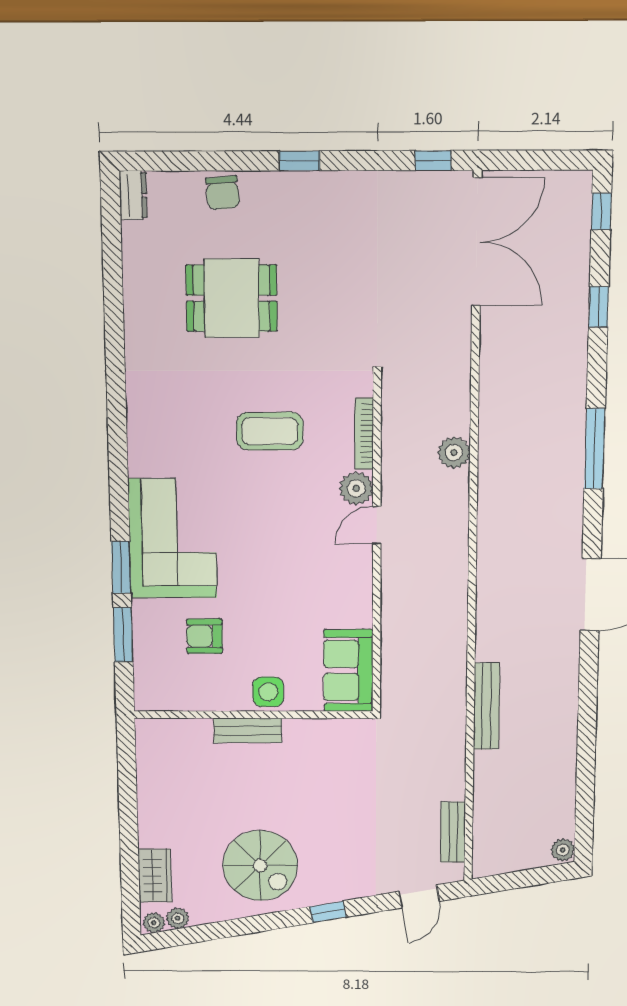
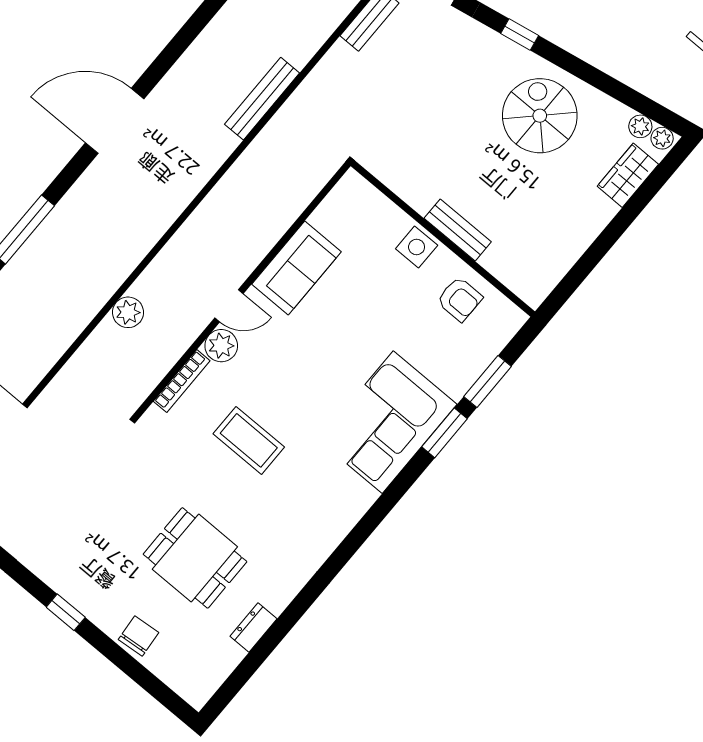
dresser: (133, 195) -> (254, 628), moved
armchair: (205, 636) -> (459, 299), moved
sofa: (348, 671) -> (296, 268), moved

